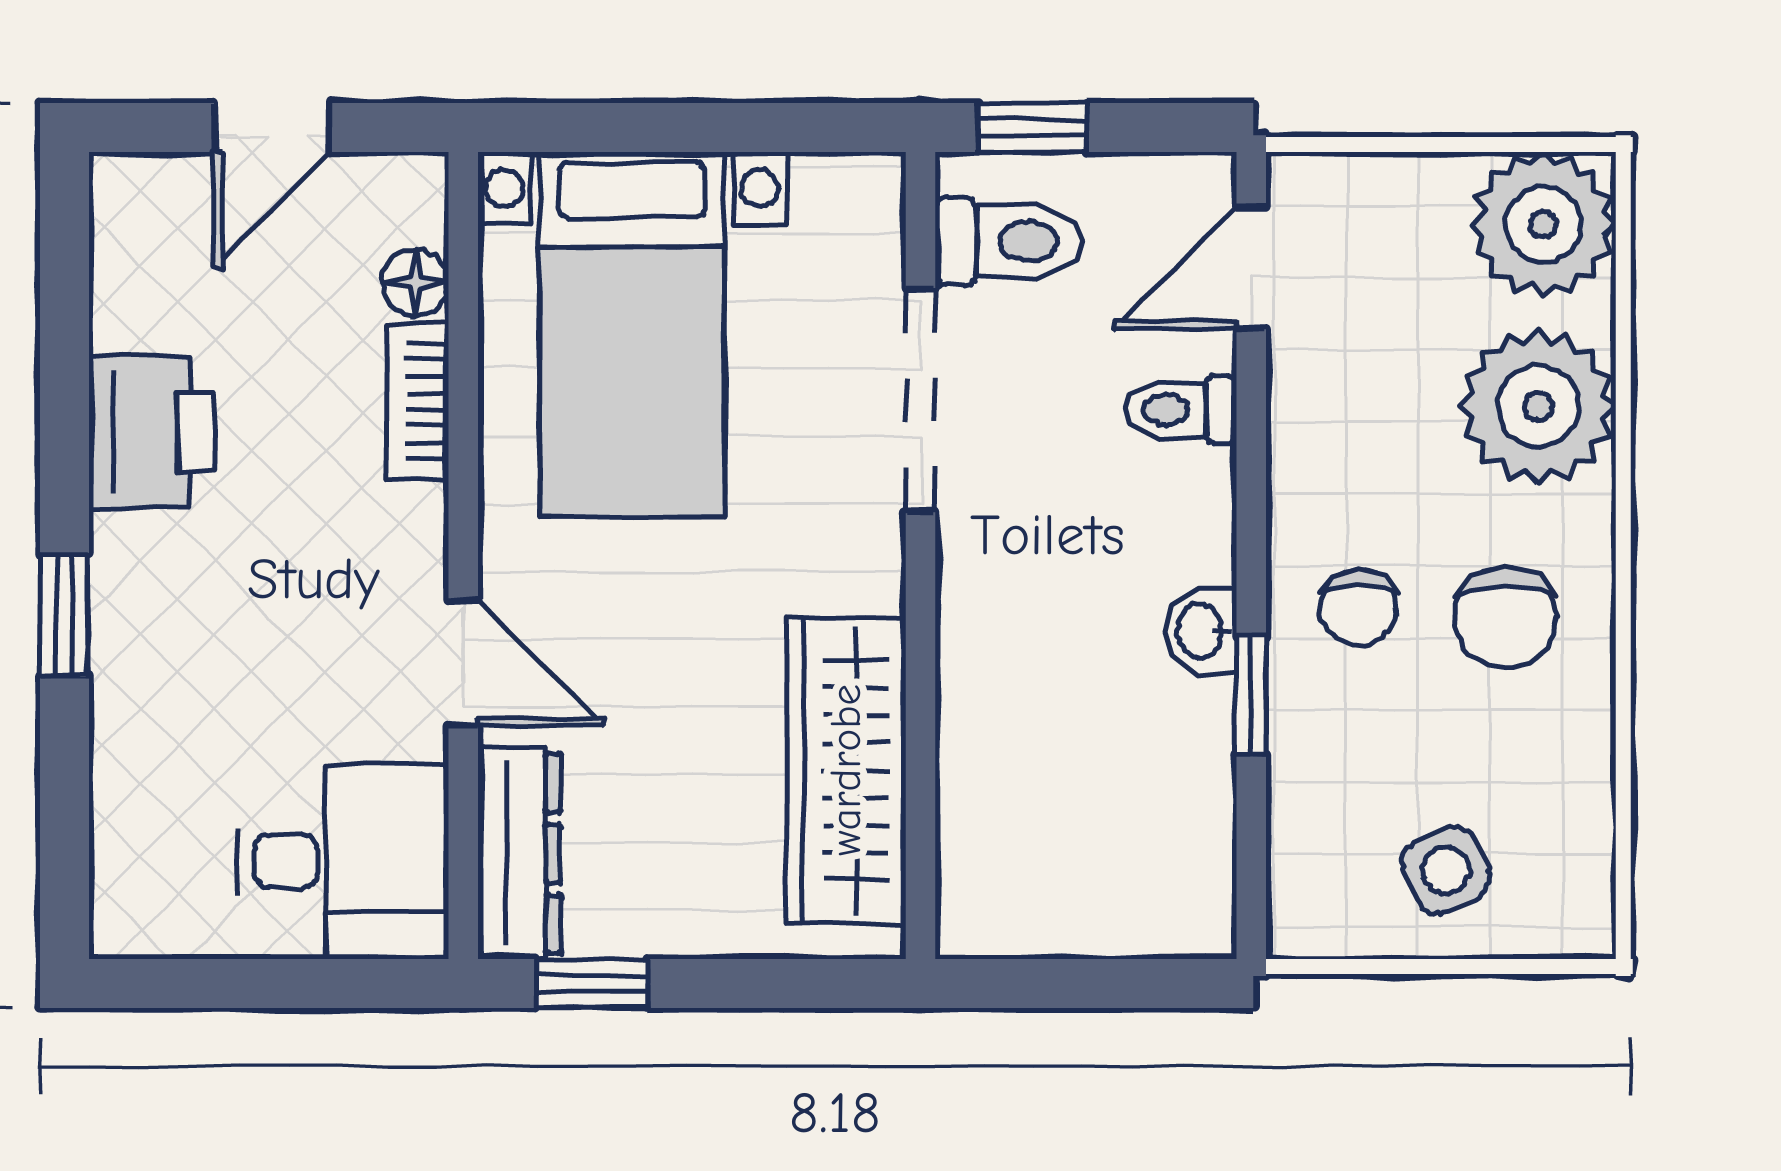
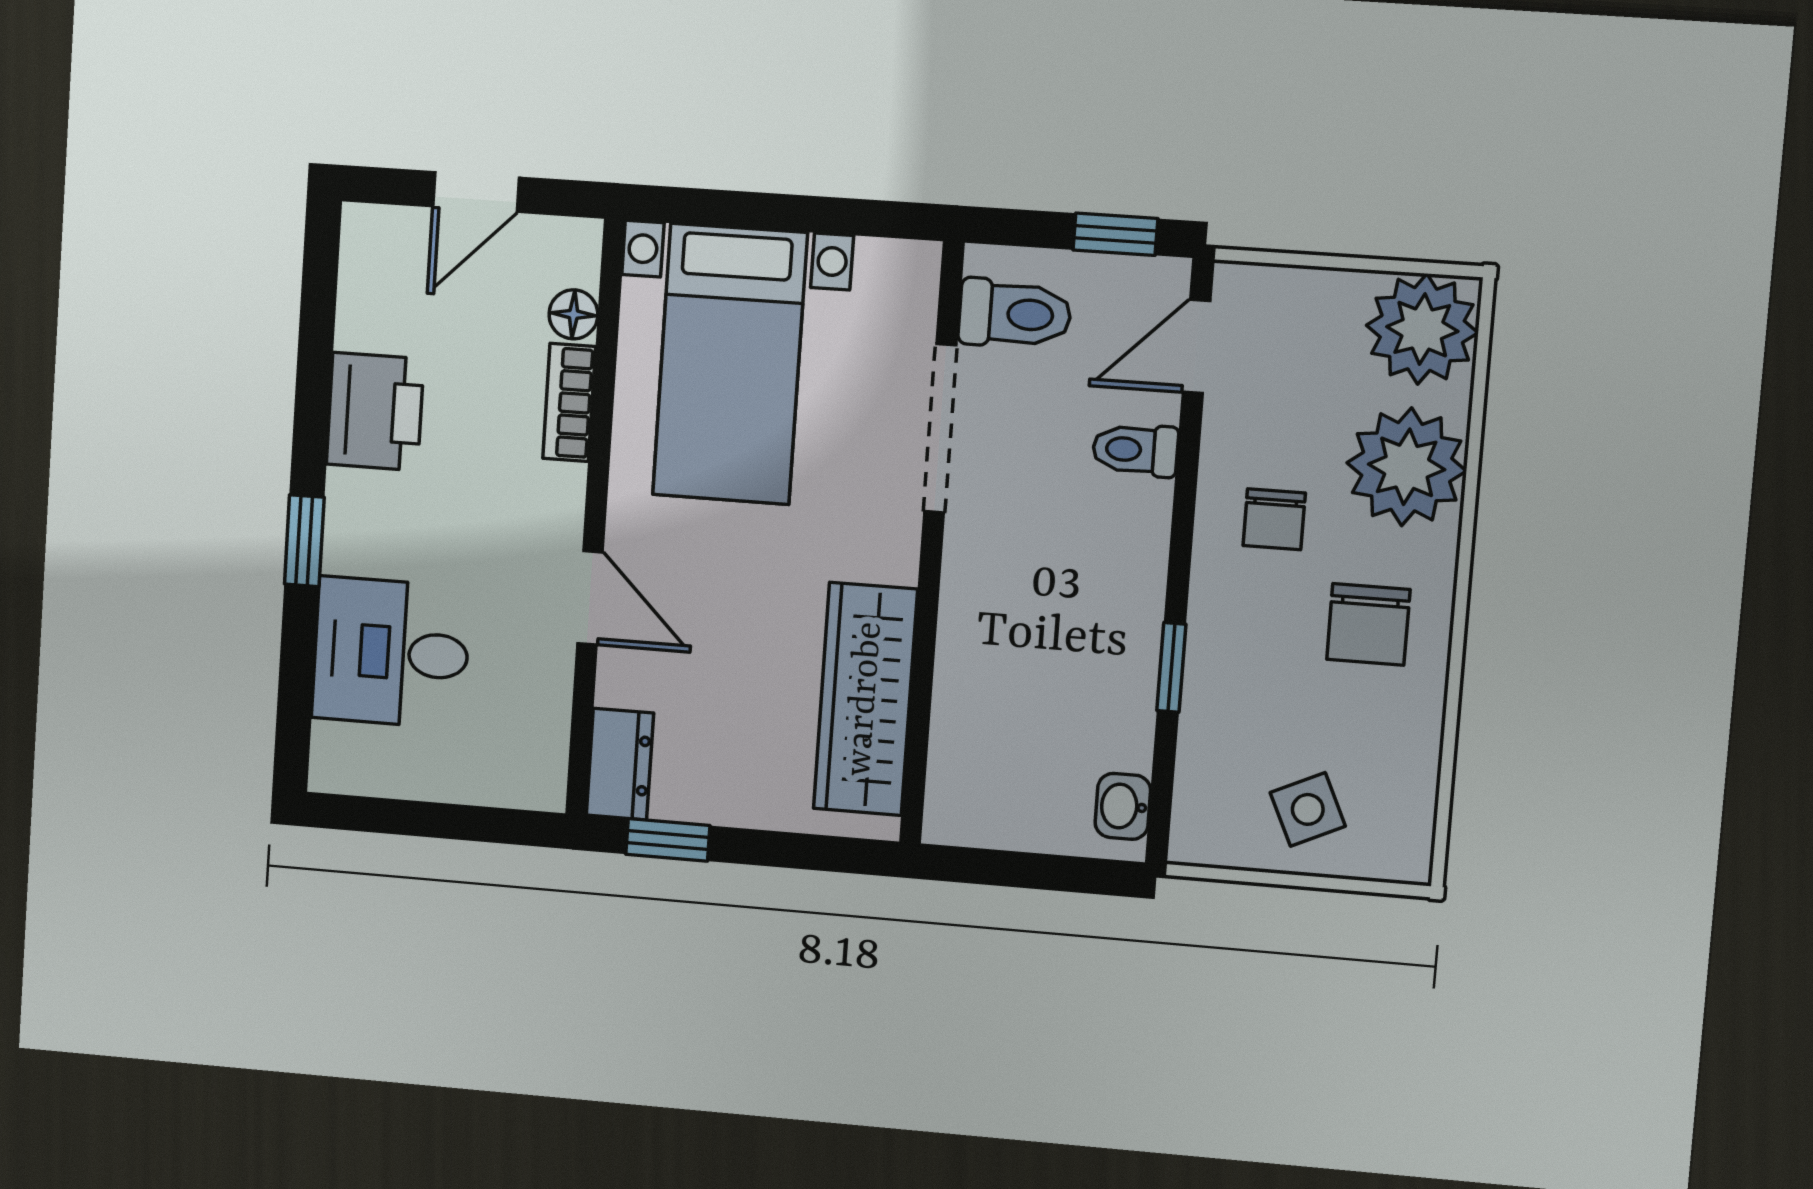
window: (1032, 128) -> (1115, 234), moved
chair: (1359, 608) -> (1274, 519), moved
washbasin: (1201, 630) -> (1123, 806), moved
dresser: (519, 854) -> (620, 764), width x0.70
desk: (343, 861) -> (391, 653), moved, turned 180

